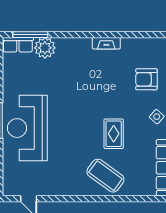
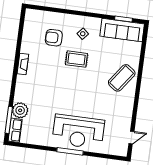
armchair: (146, 79) -> (54, 38), turned 90
rug: (114, 134) -> (77, 59), moved

